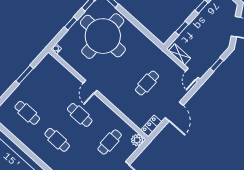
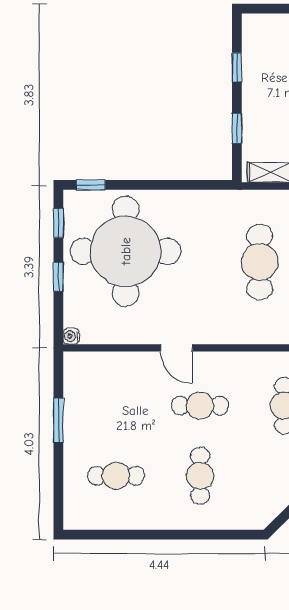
cafe table: (147, 83) -> (260, 262), width x1.37, depth x1.35
cafe table: (57, 140) -> (200, 476), turned 90

